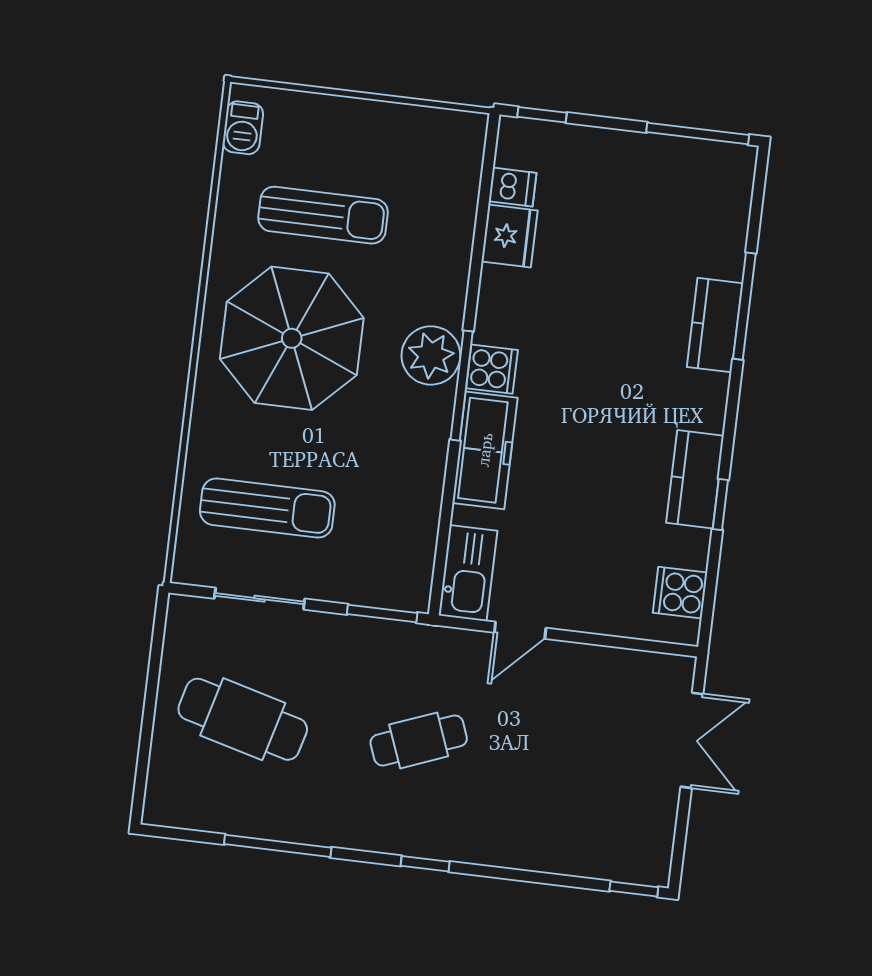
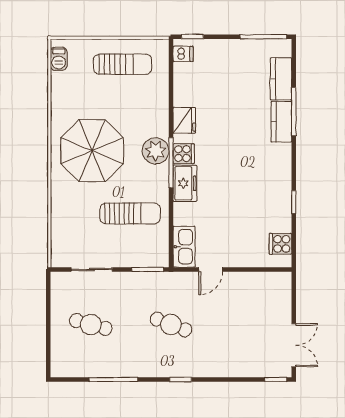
dishwasher: (513, 187) -> (183, 54), moved
sun lounger: (323, 215) -> (123, 64), moved
fridge: (509, 236) -> (184, 120), moved
freezer: (485, 450) -> (185, 183), width x0.71
kitchen counter: (695, 479) -> (281, 79), moved
sun lounger: (267, 508) -> (130, 213), moved
cafe table: (243, 719) -> (91, 325), width x0.73, depth x0.74
cafe table: (419, 740) -> (171, 325), turned 42
double door: (692, 740) -> (294, 345), moved

